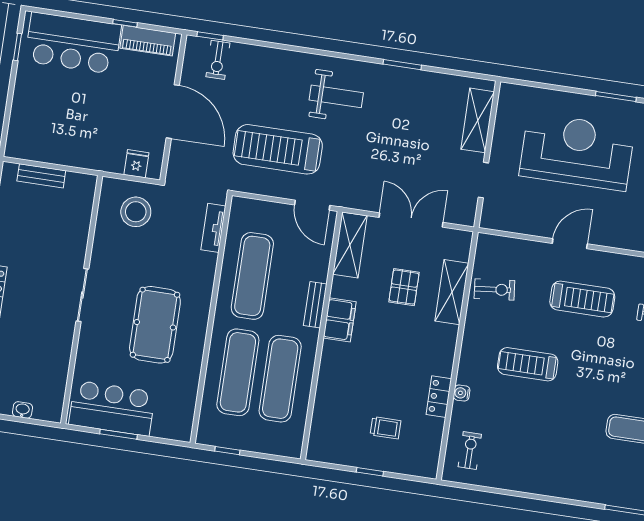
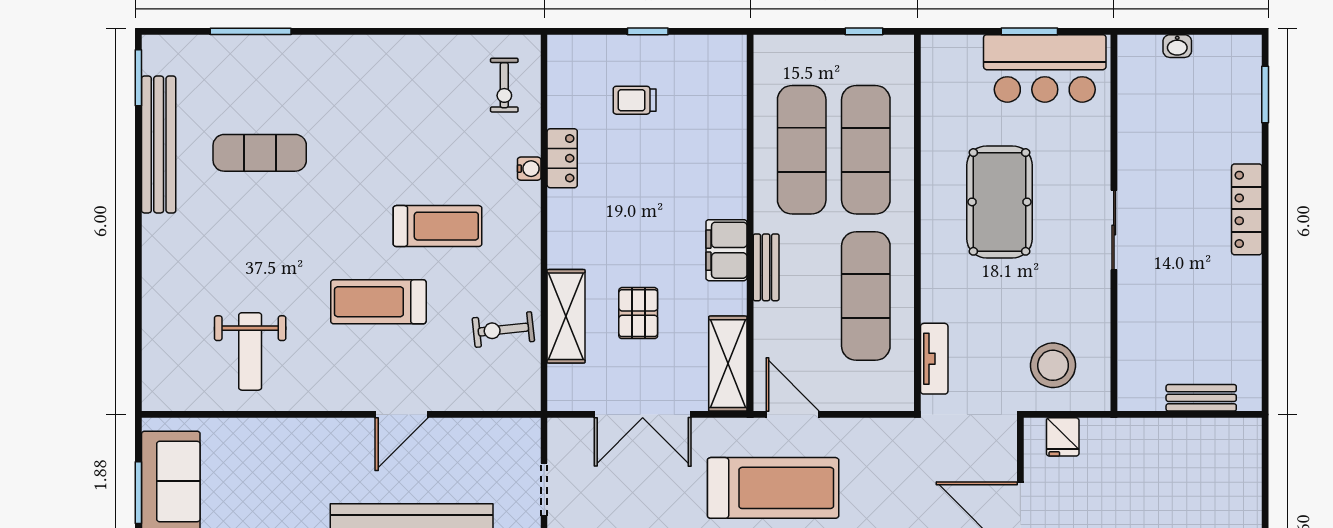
treadmill: (278, 149) -> (773, 488), moved
treadmill: (582, 299) -> (378, 302), moved

